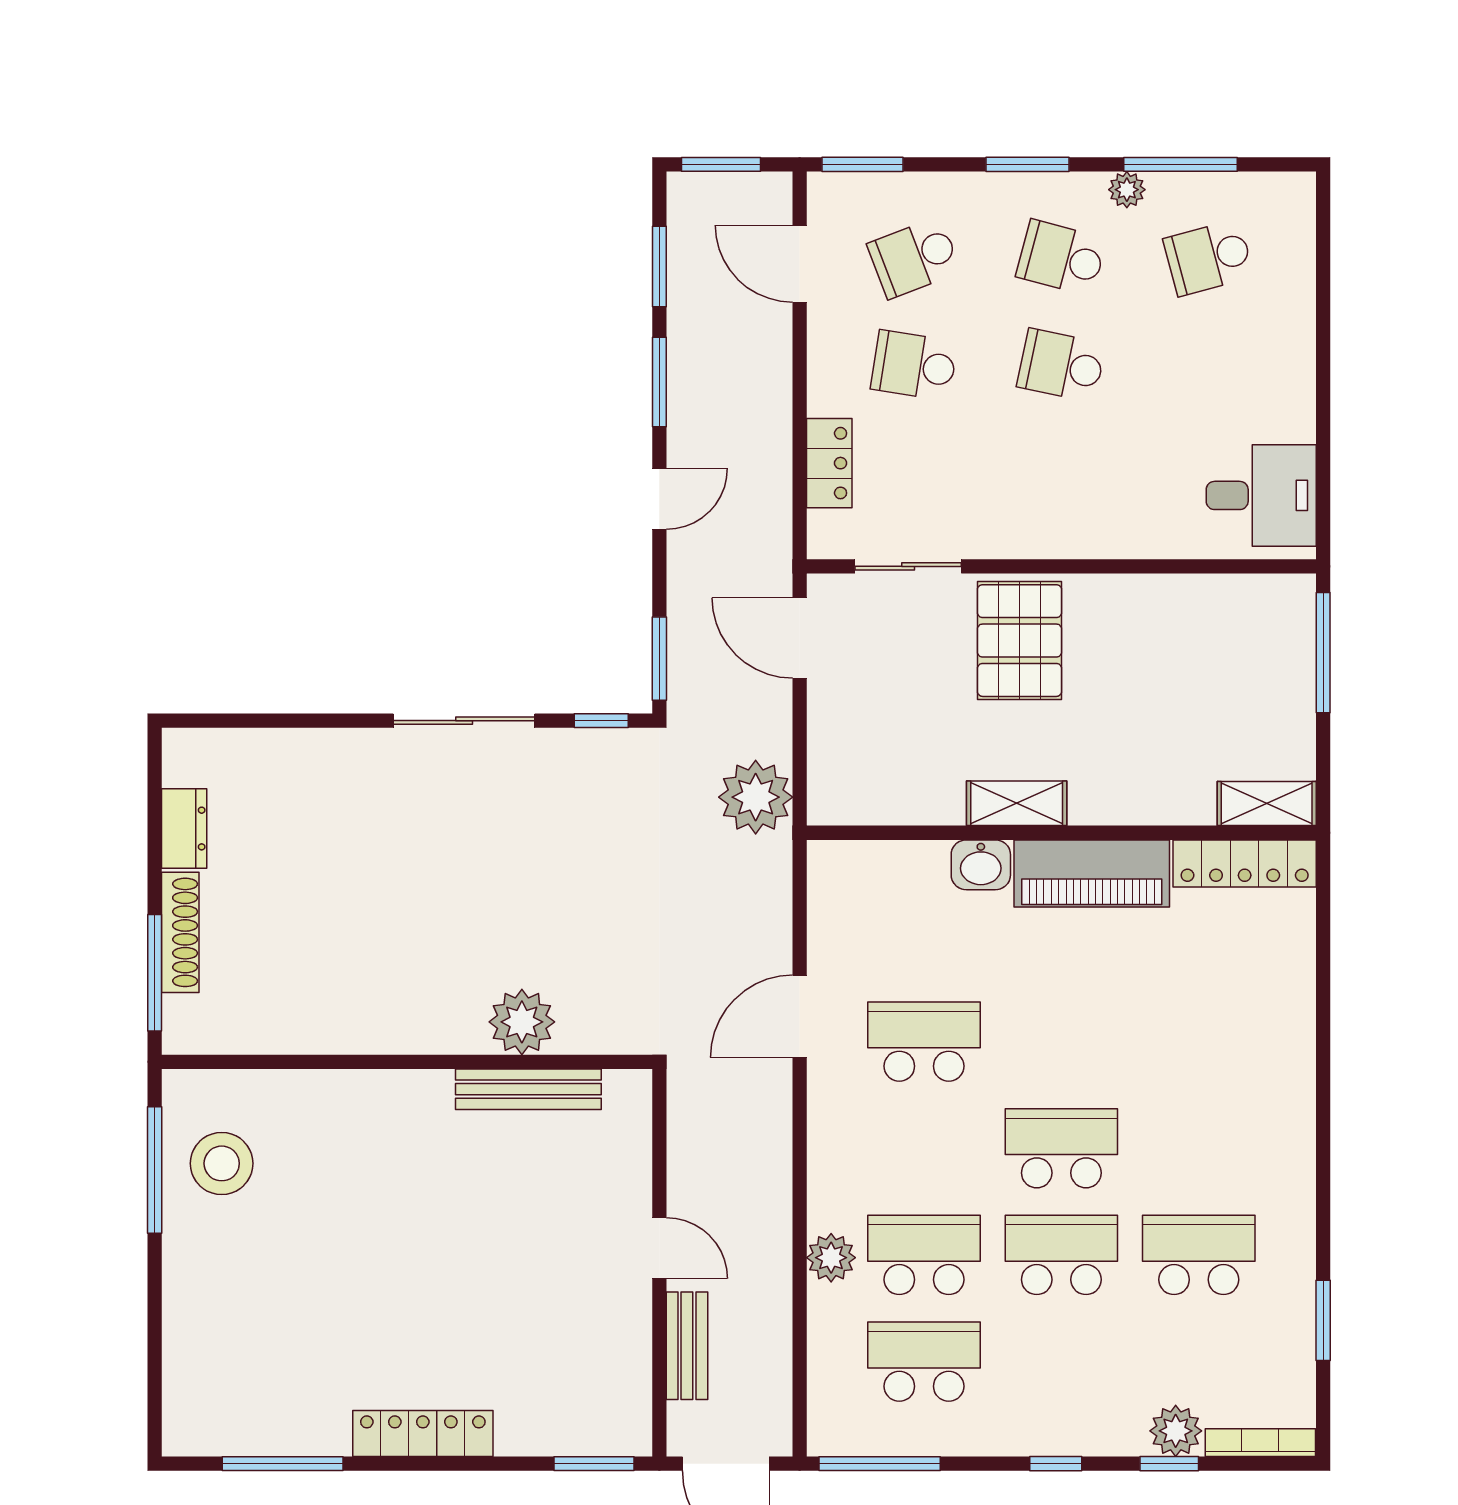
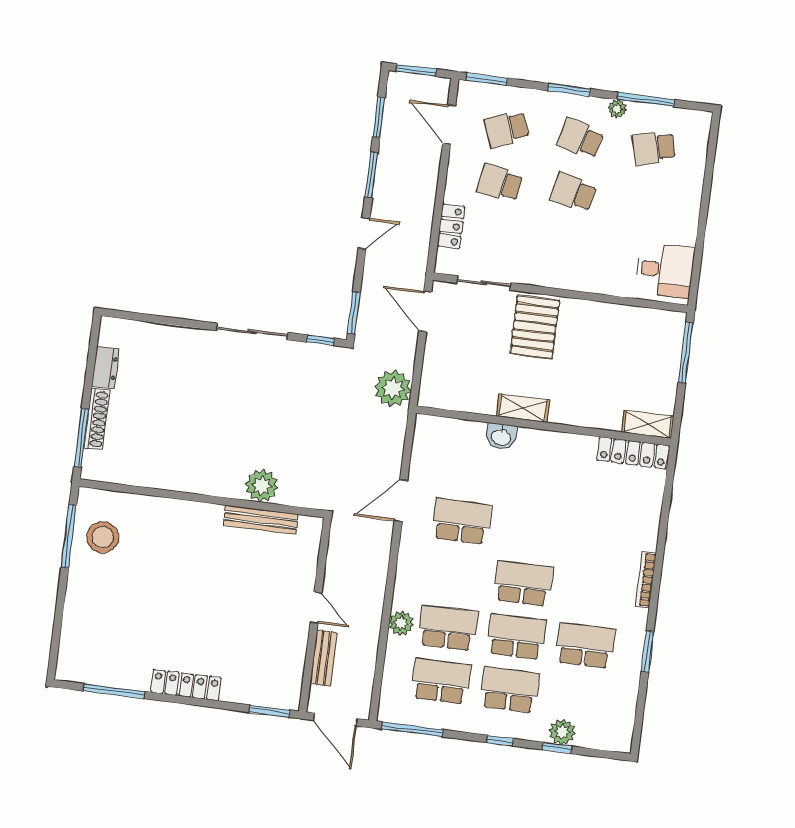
piano: (1092, 874) -> (556, 448), removed
window: (1323, 1320) -> (647, 651), moved
school desk: (1061, 1362) -> (510, 690), added
bookcase: (1260, 1443) -> (646, 580), moved, turned -90

